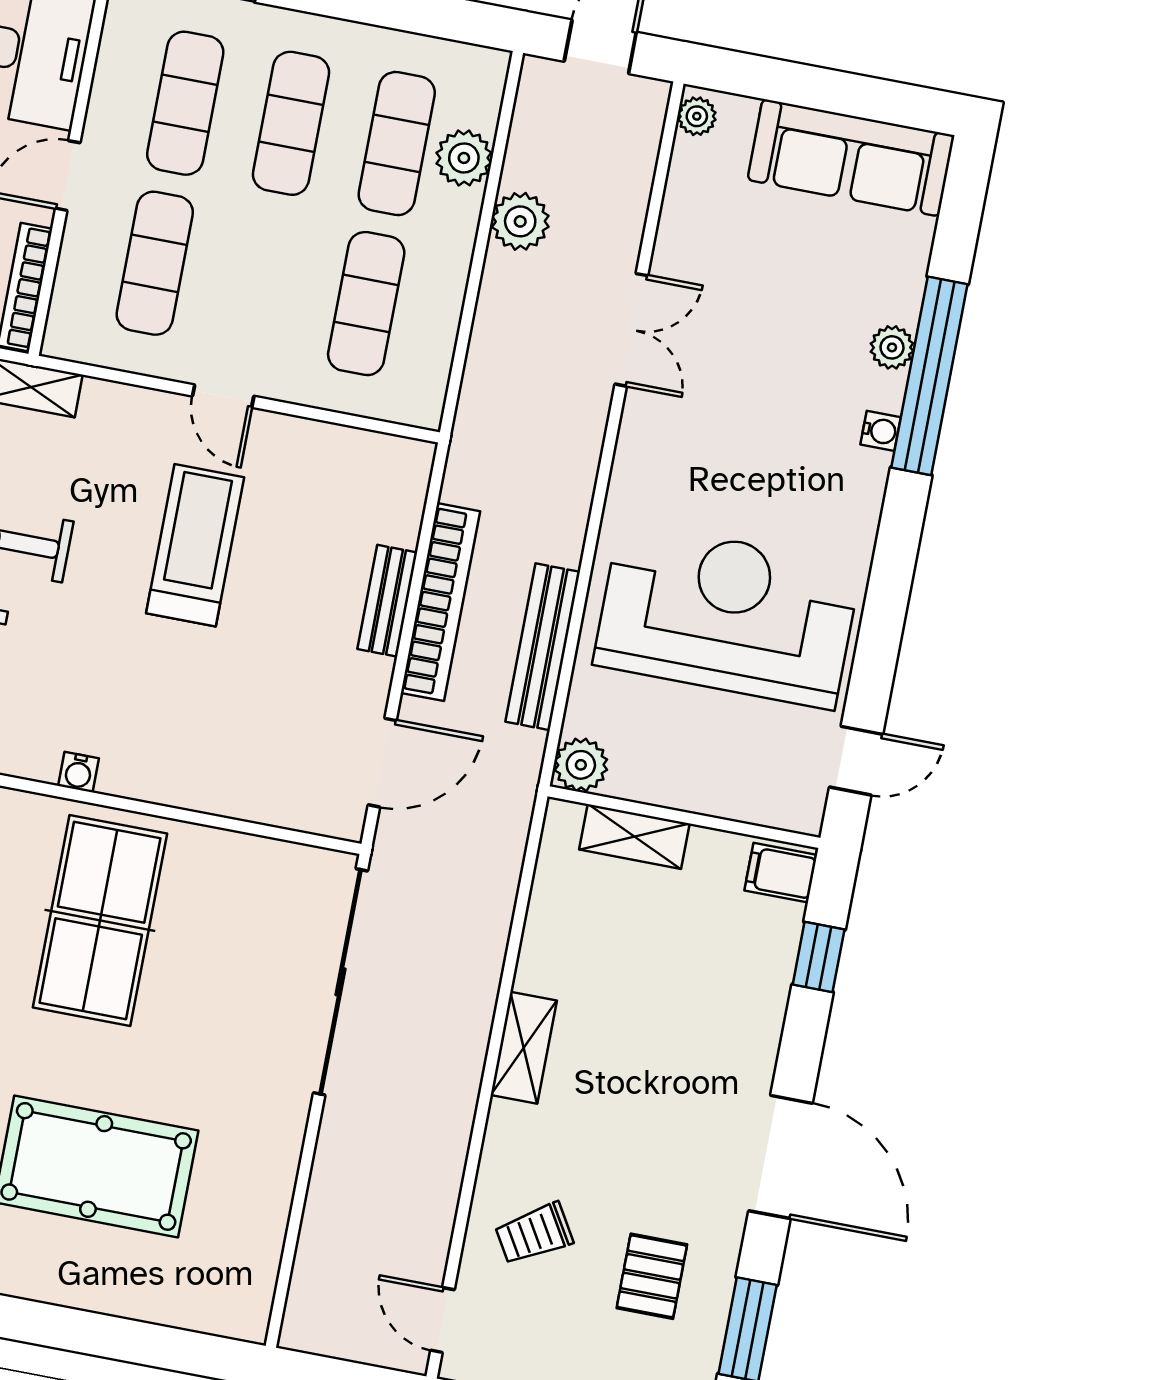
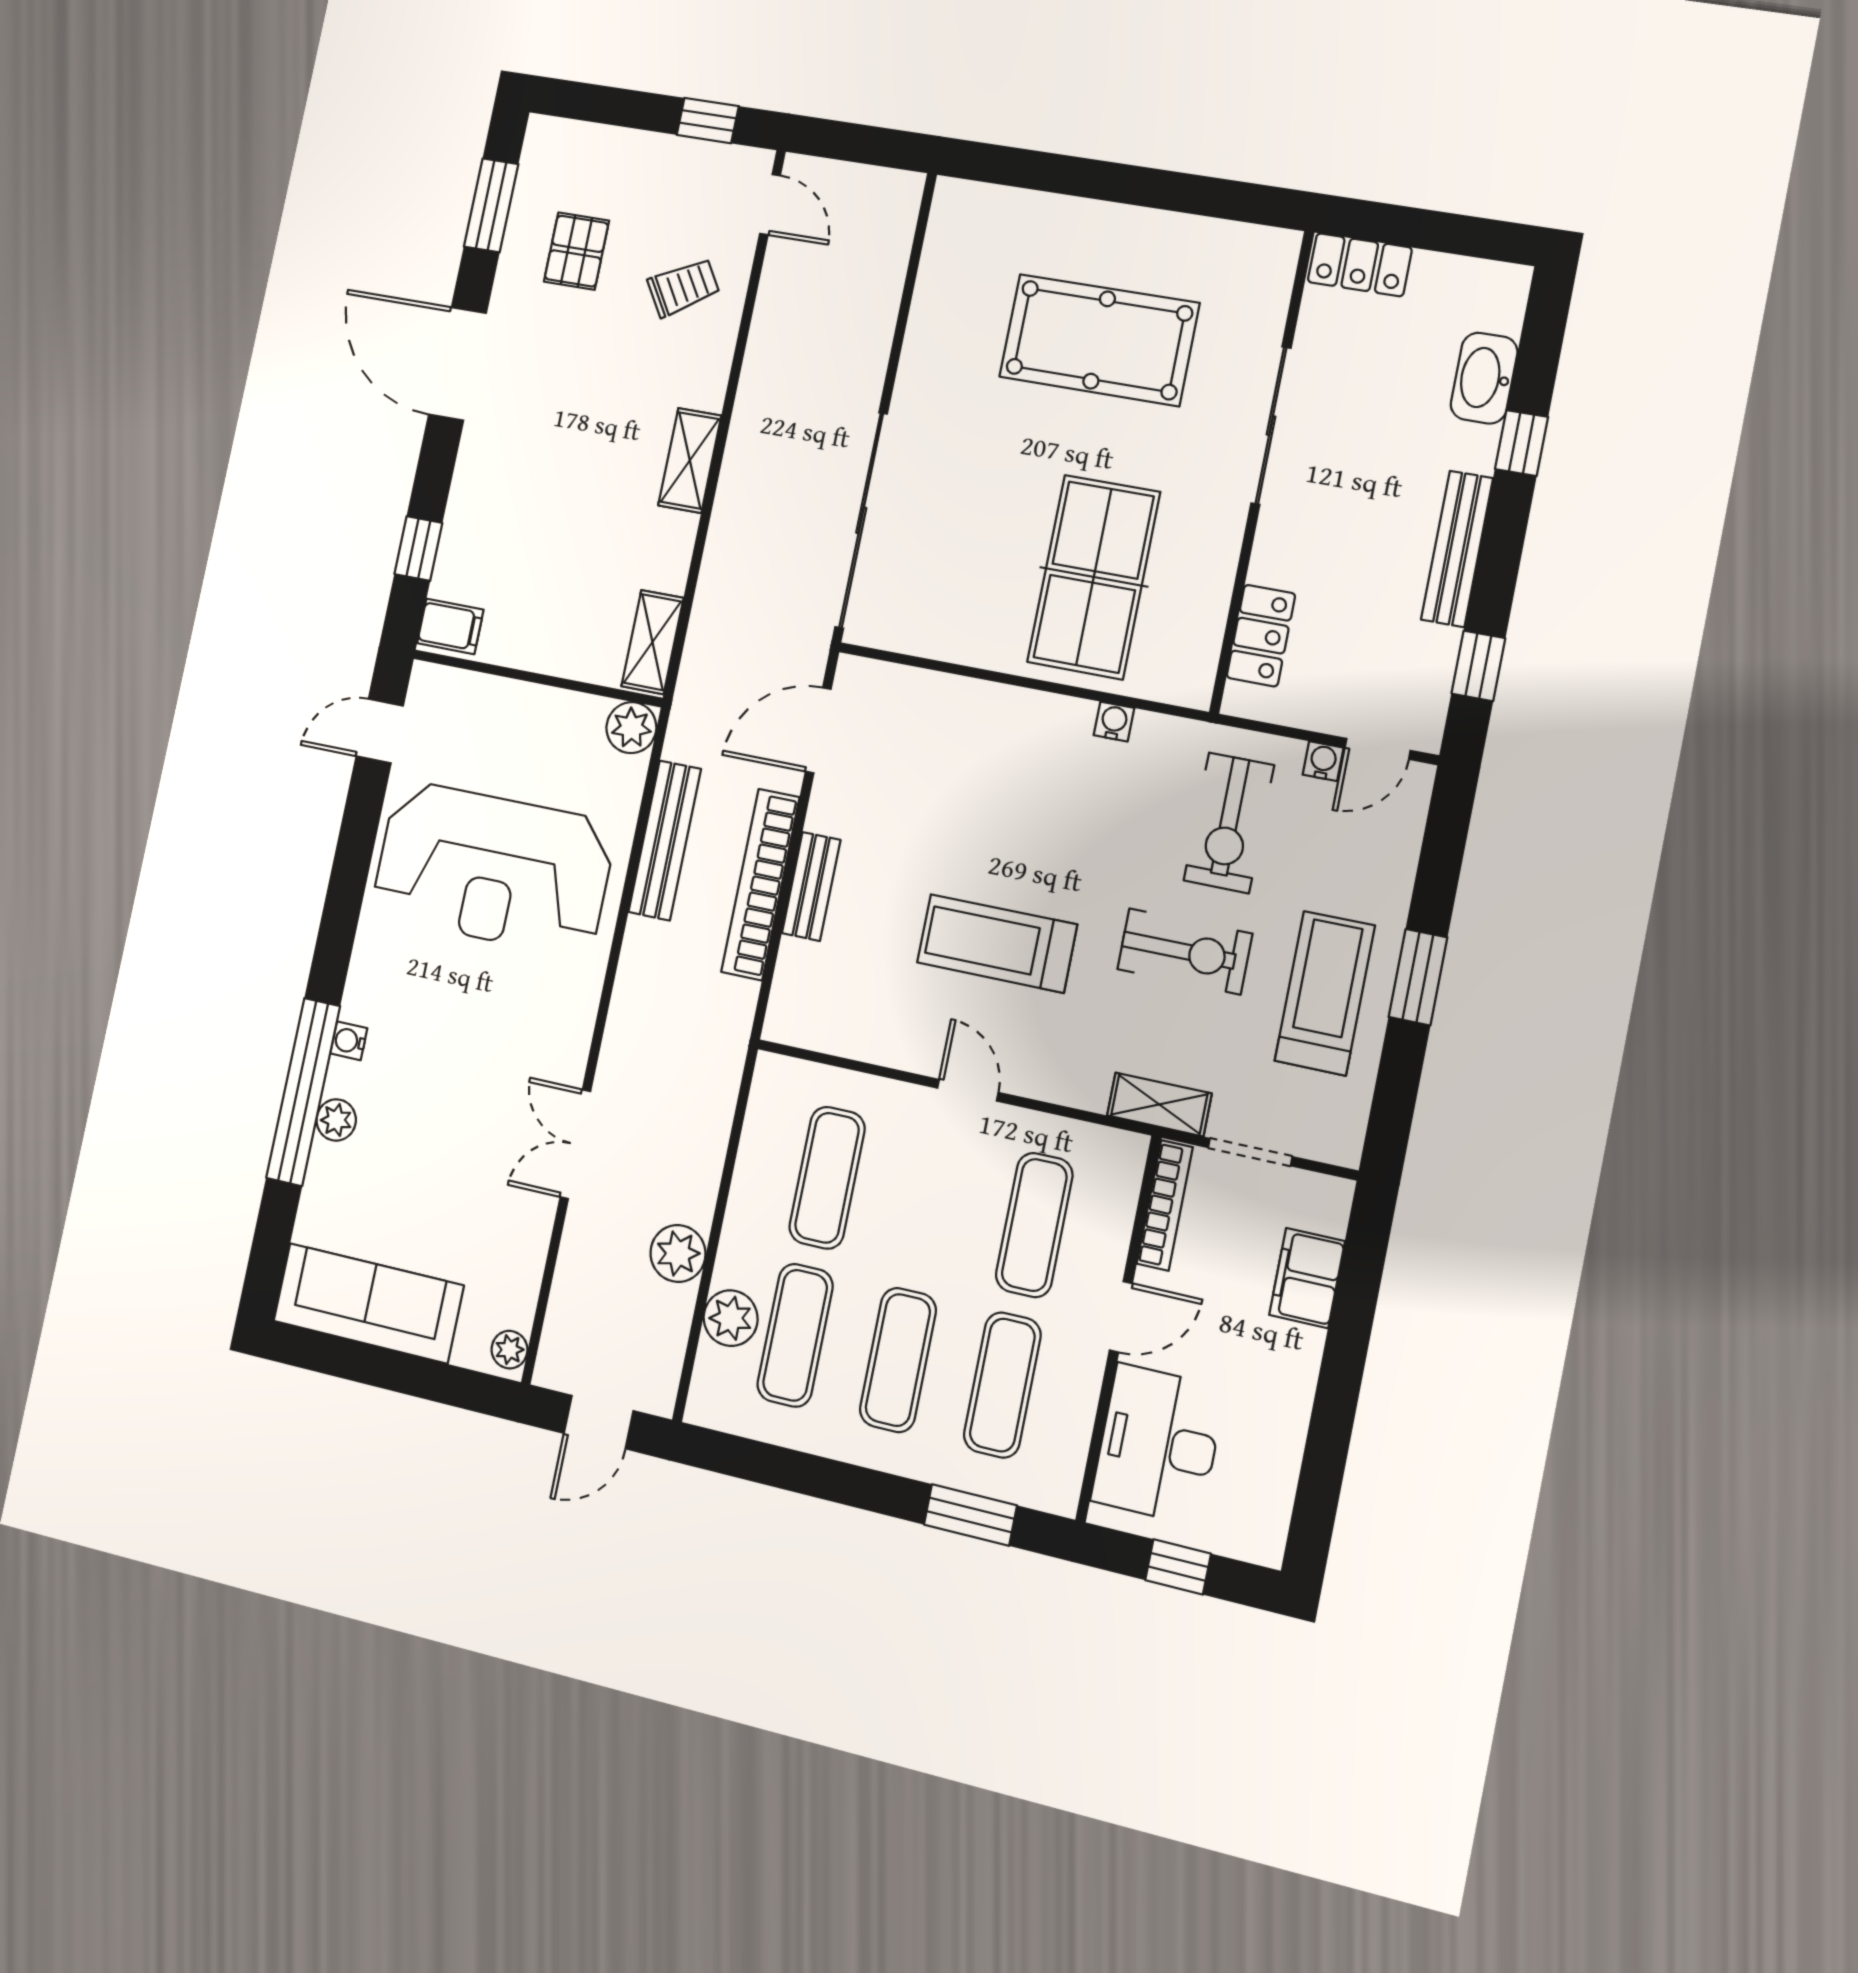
treadmill: (195, 545) -> (997, 943), turned 90
shelving: (634, 836) -> (652, 642), moved, turned 90

